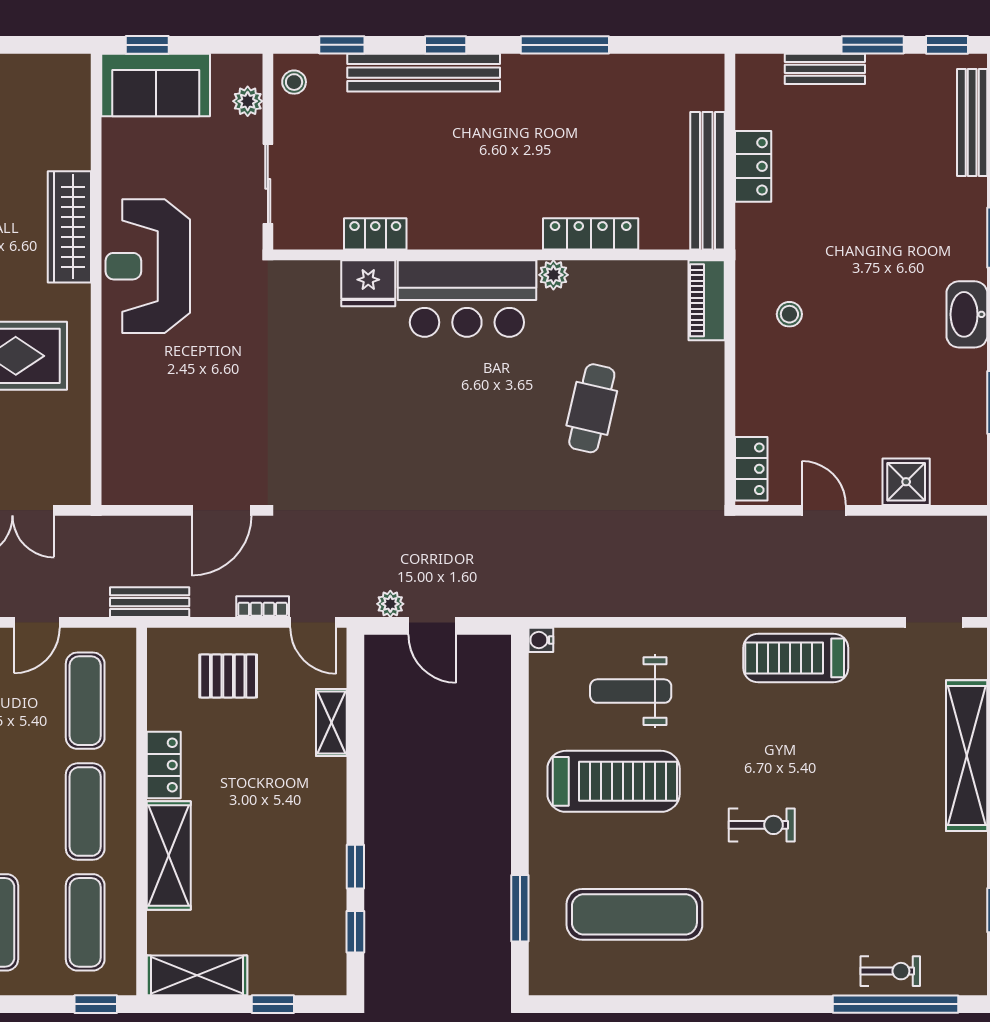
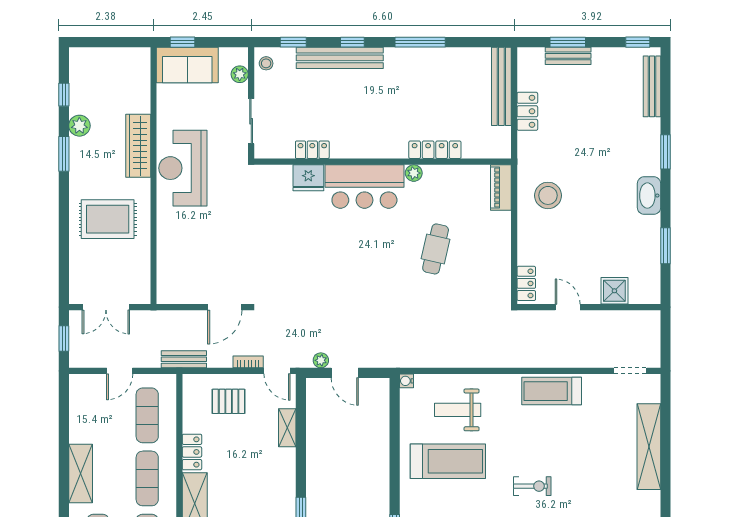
window: (873, 45) -> (568, 42), moved
bench: (707, 181) -> (501, 86), moved
stool: (789, 314) -> (548, 195), width x1.89, depth x1.89

